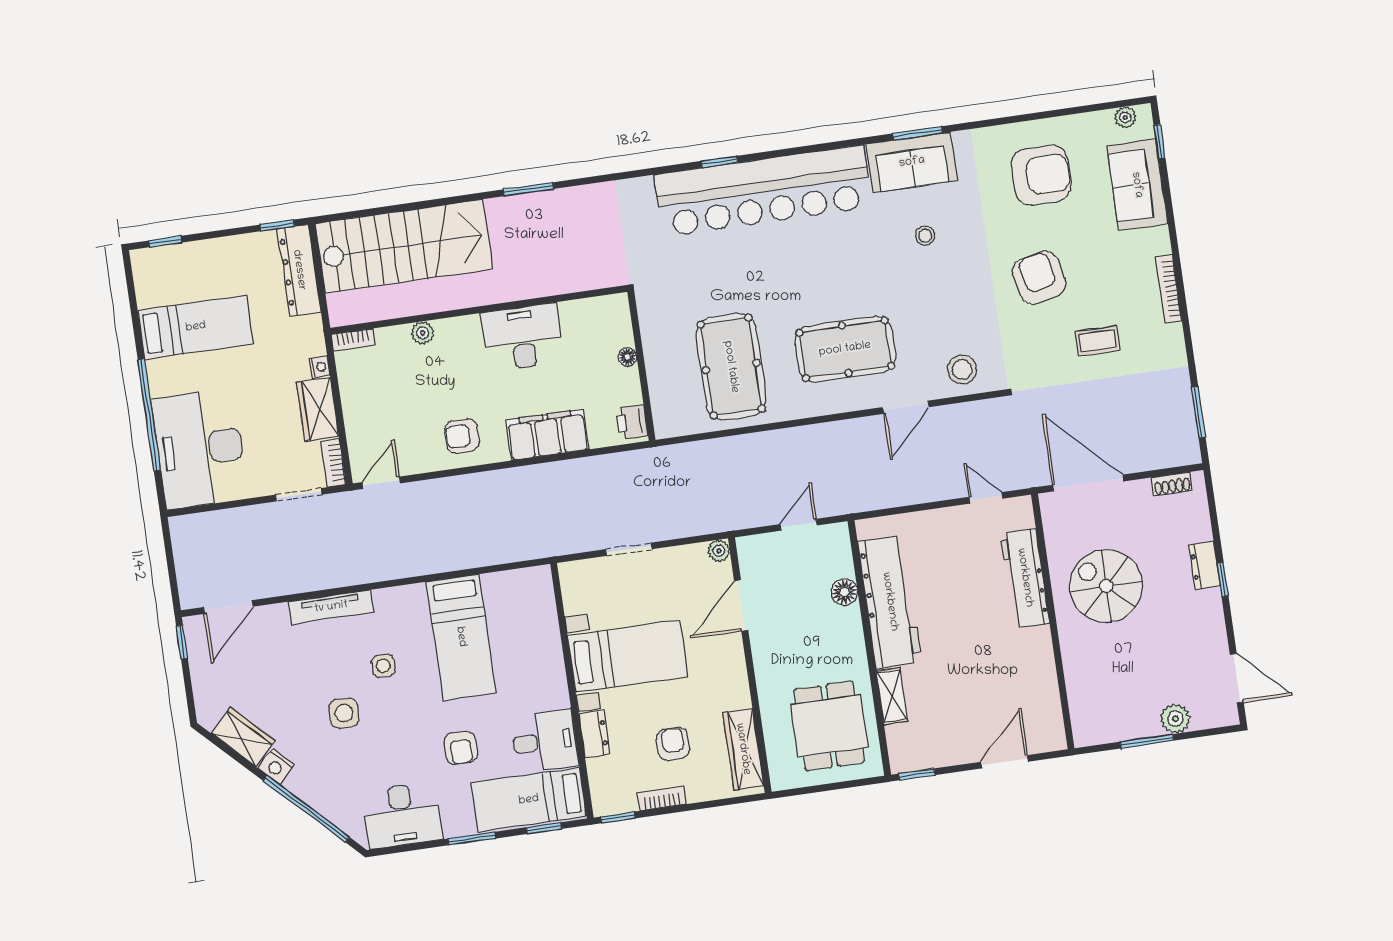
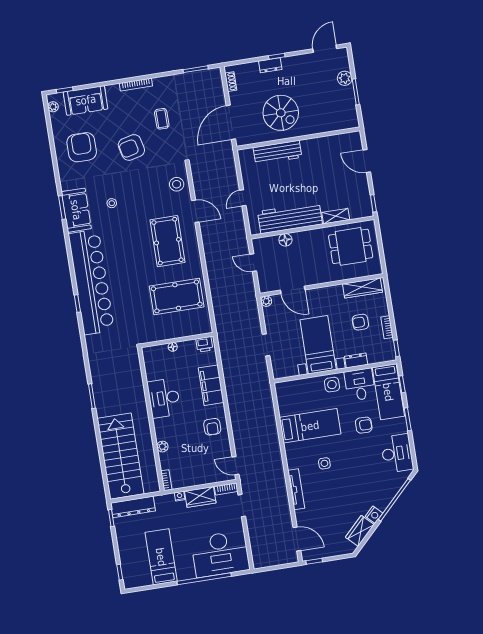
door: (986, 498) -> (243, 198), moved
spiral stairs: (1106, 586) -> (281, 113), turned -90
side table: (344, 713) -> (332, 385), moved

